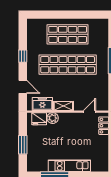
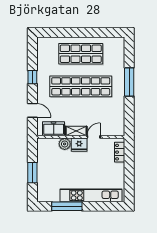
door: (90, 112) -> (94, 137), moved
fridge: (39, 119) -> (79, 145), moved
kitchen unit: (69, 166) -> (91, 195), width x1.36

